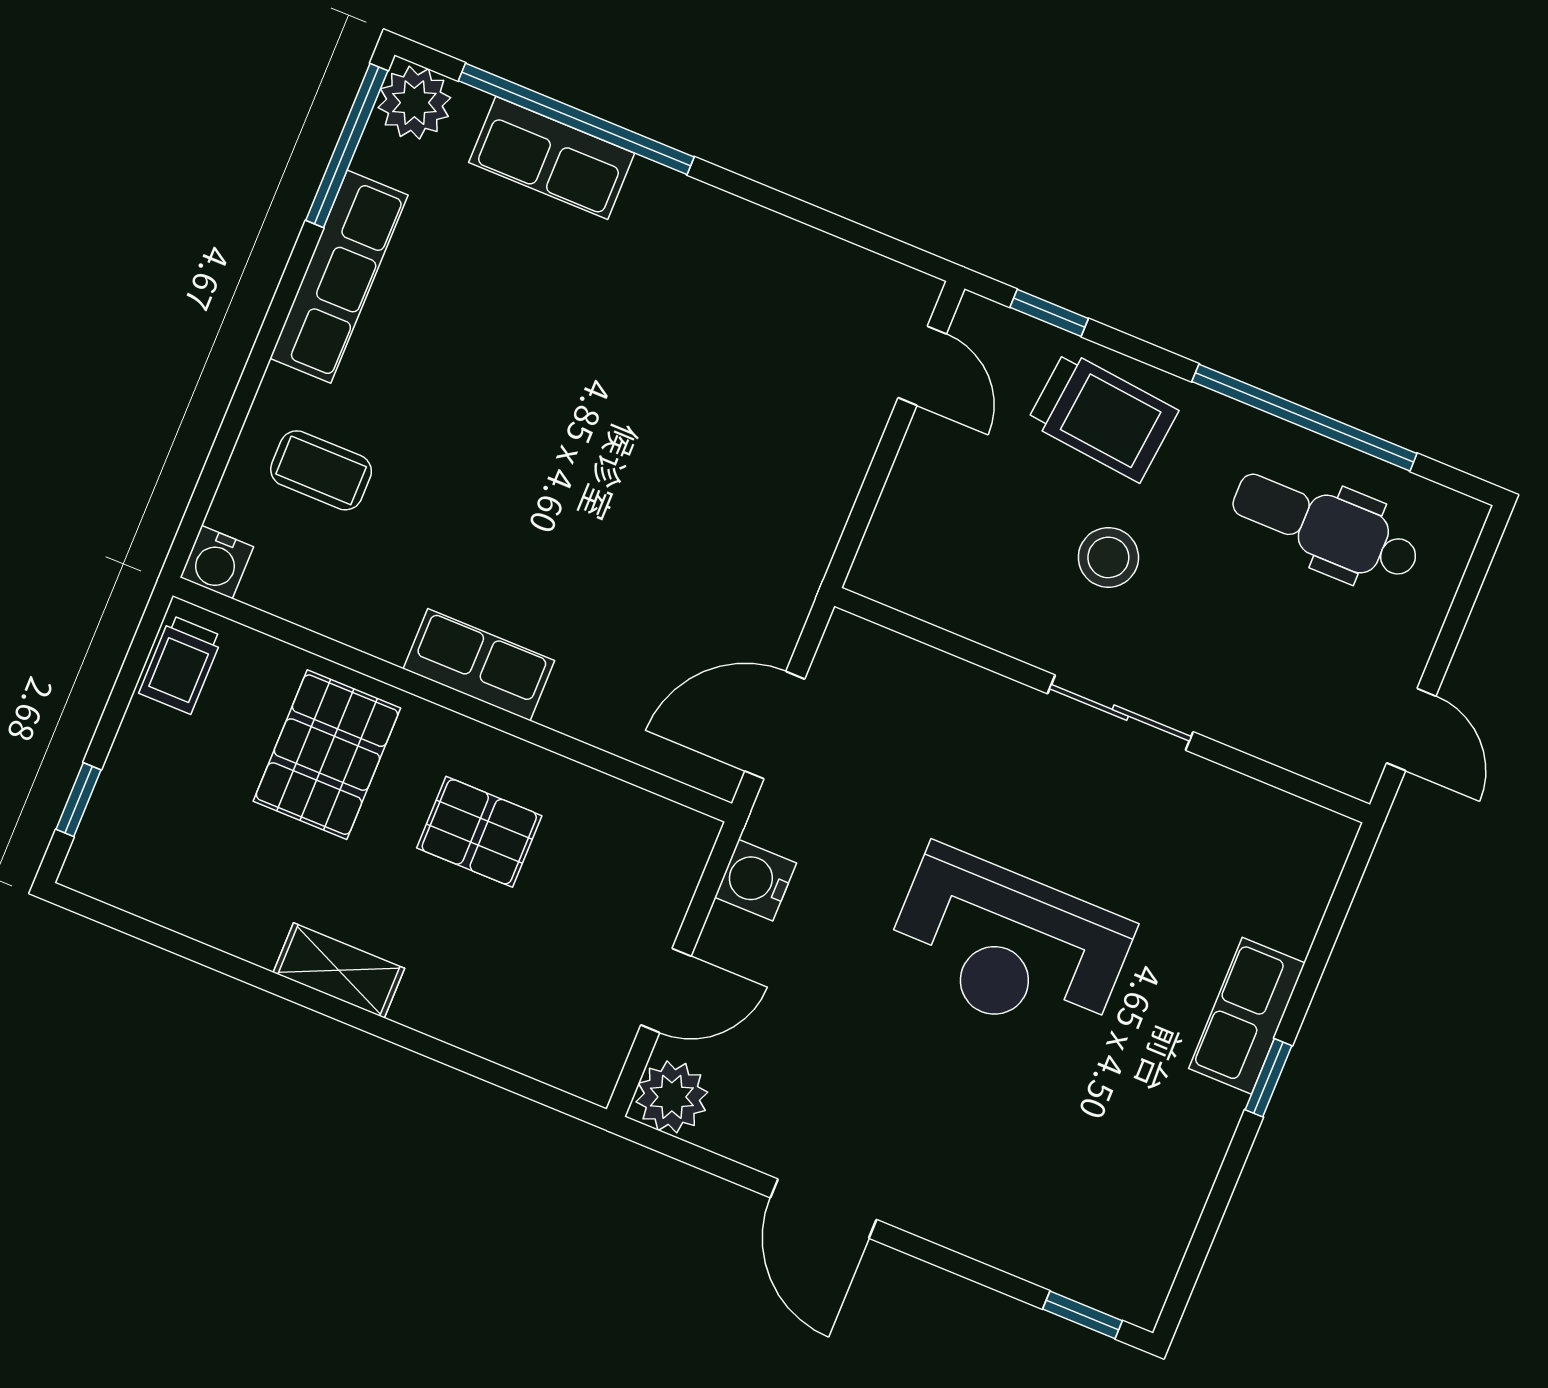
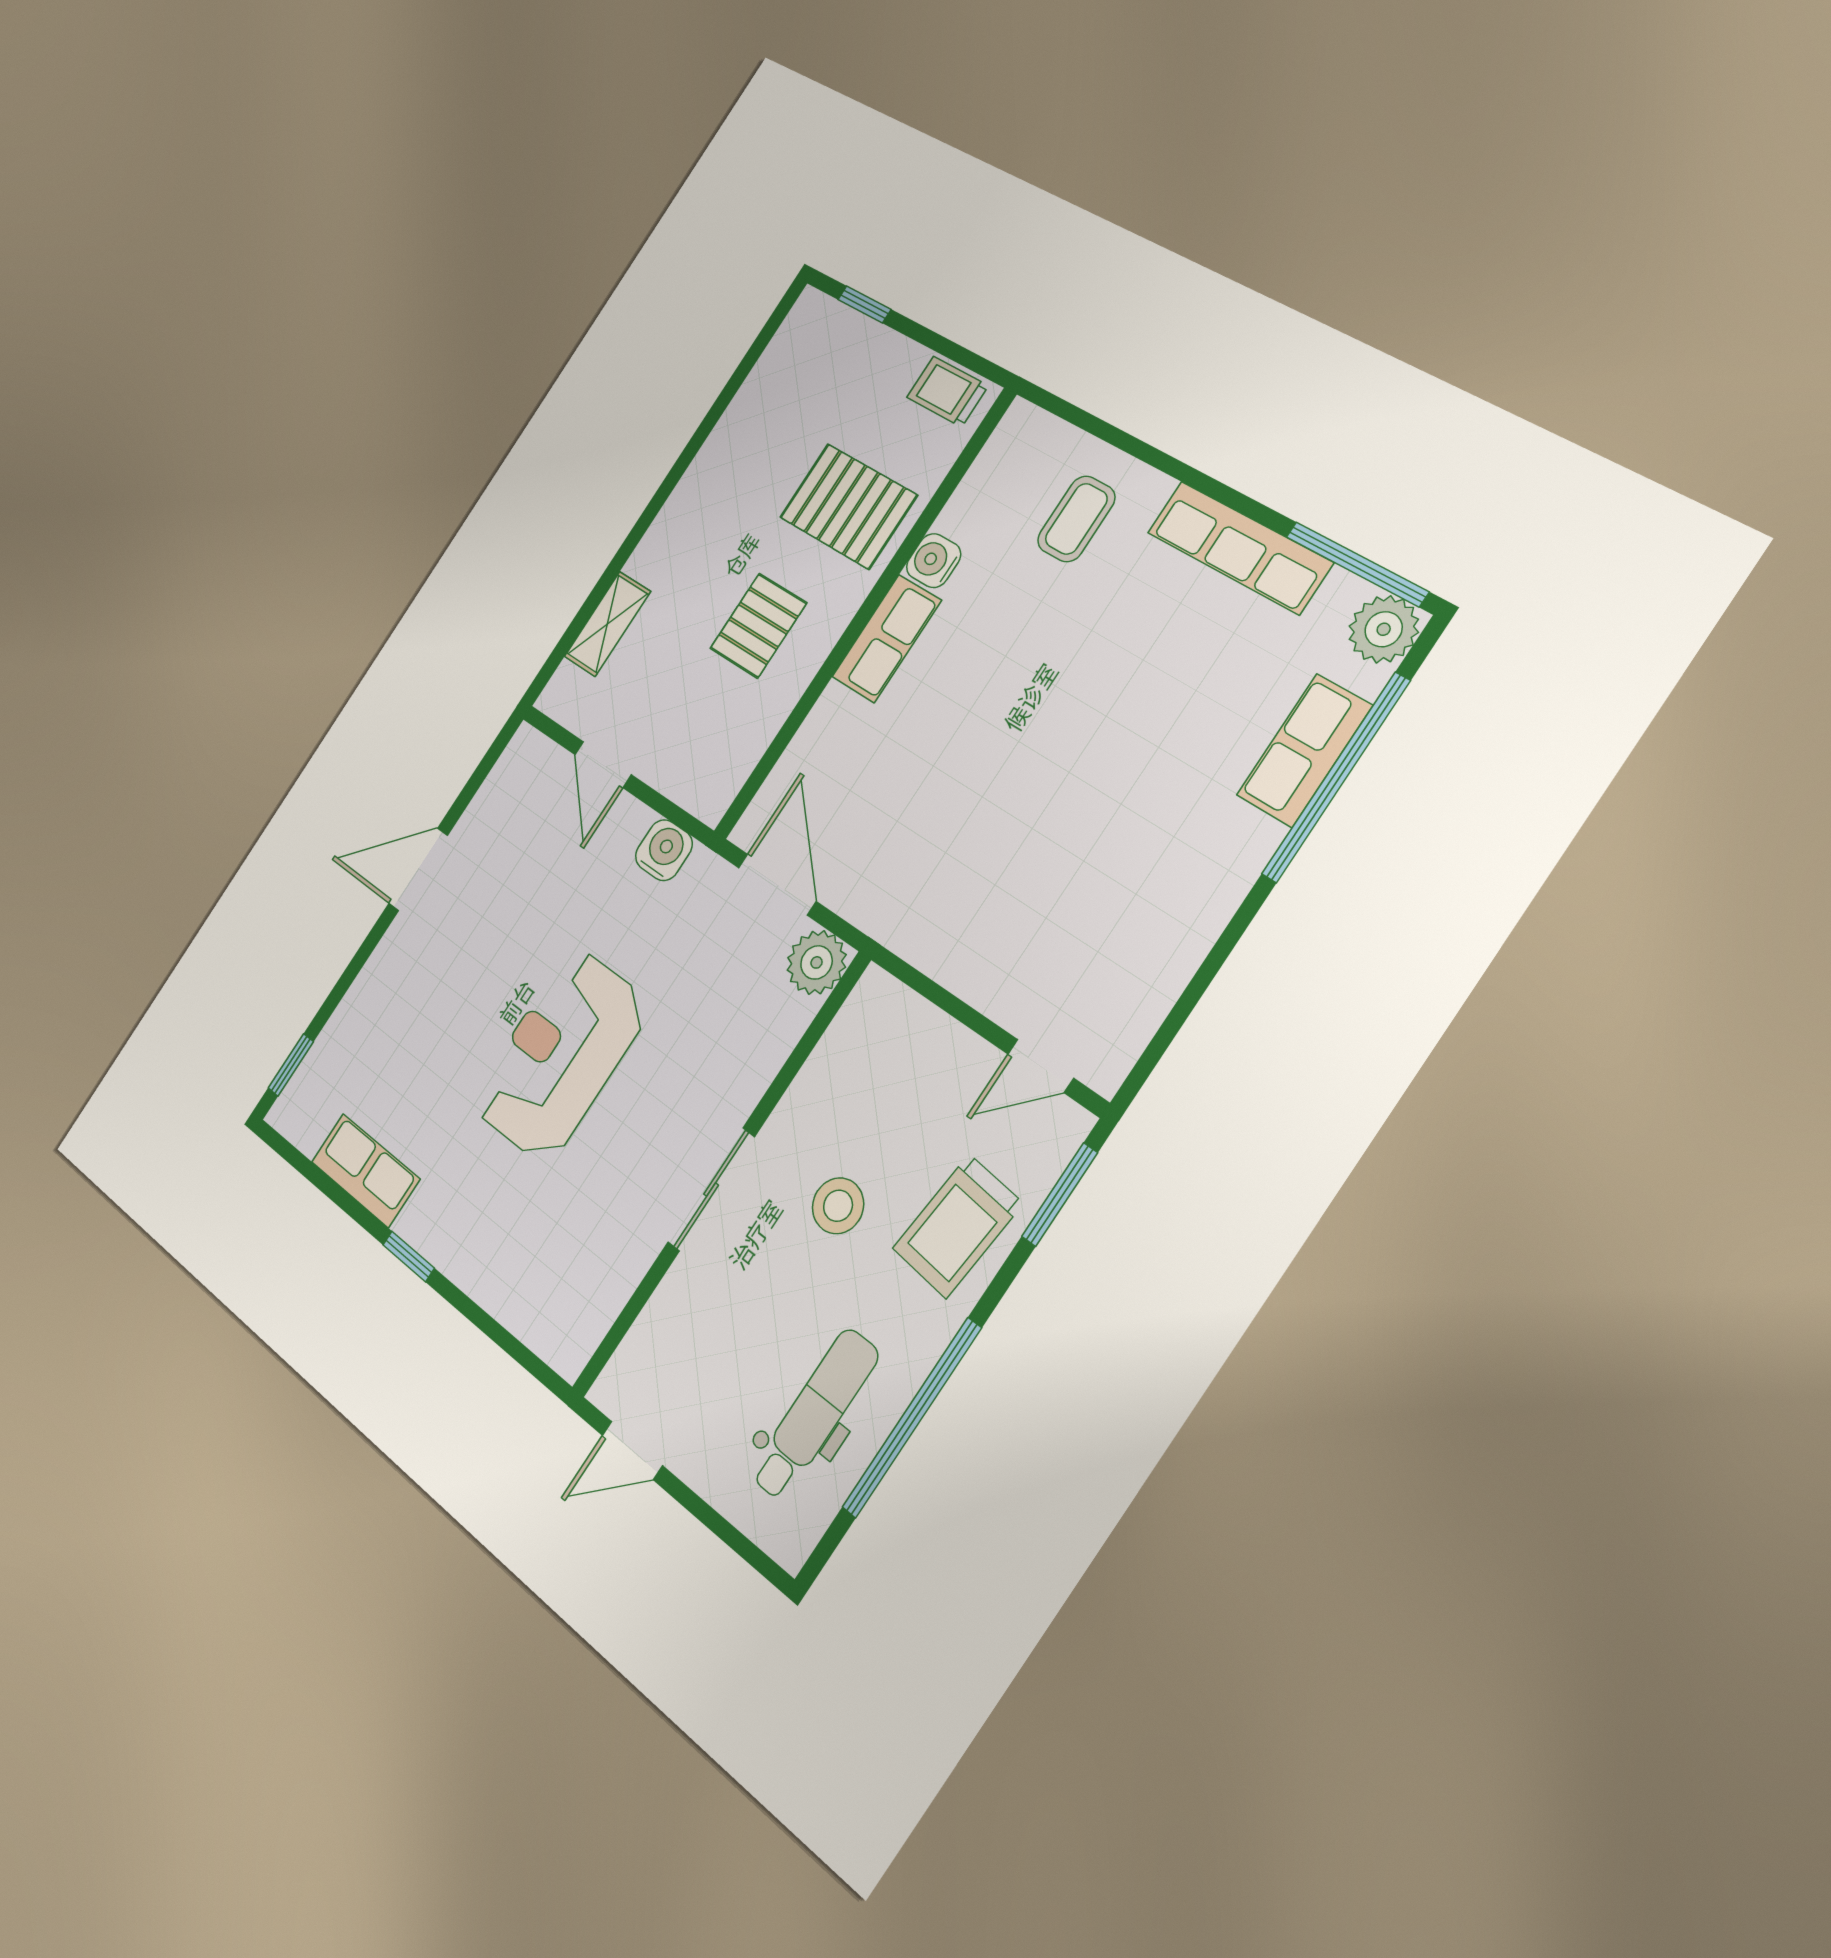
window: (1049, 313) -> (1060, 1195), width x1.50
water cooler: (217, 562) -> (934, 561), moved
shelving: (339, 970) -> (607, 624), moved
row of seats: (1247, 1016) -> (366, 1170), moved
plant: (672, 1097) -> (817, 962), moved

